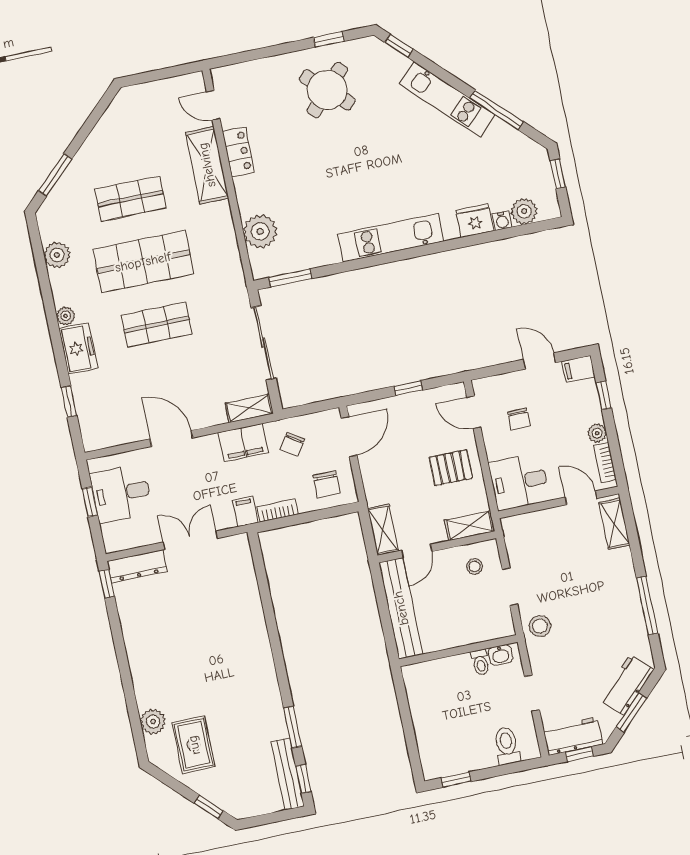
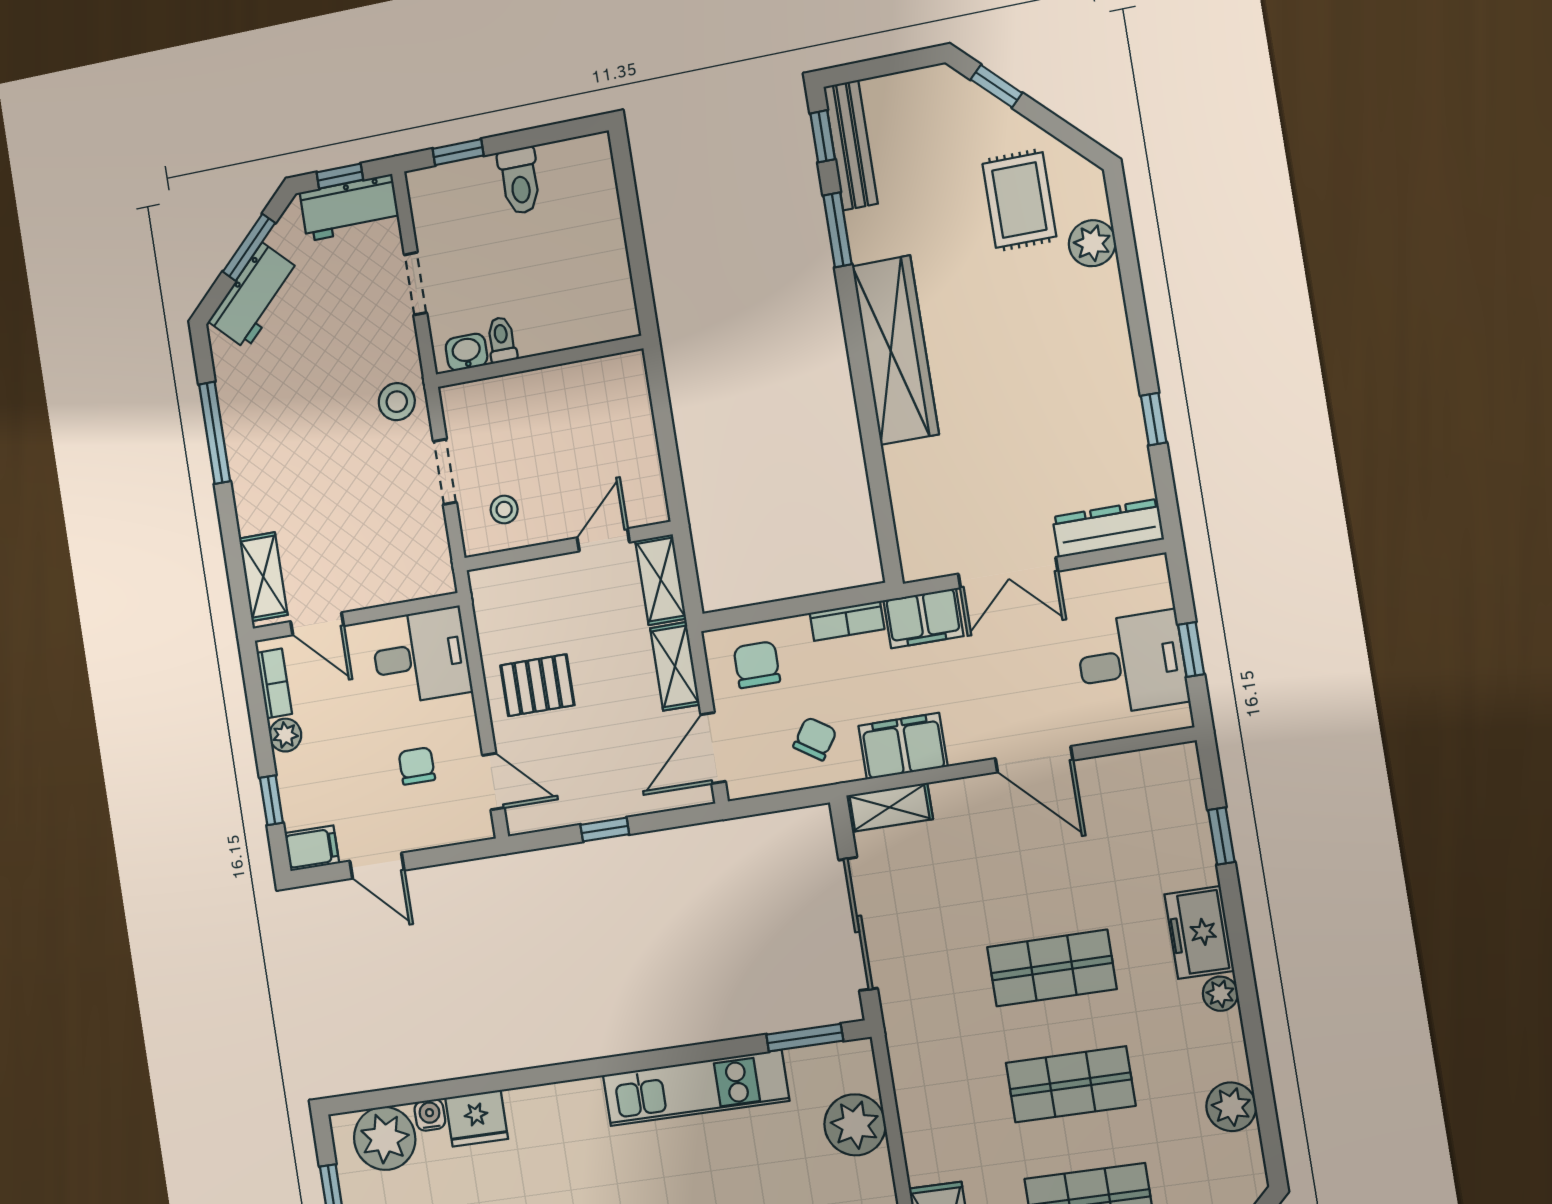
plant: (524, 211) -> (385, 1138), width x1.36, depth x1.36
kitchen unit: (391, 238) -> (696, 1088), moved
shop shelf: (143, 262) -> (1071, 1084), width x0.70, depth x0.74
filing cabinet: (245, 512) -> (923, 618), width x2.00
shelving: (470, 526) -> (675, 666), moved, turned 90
window: (107, 584) -> (1154, 419), moved
bench: (401, 608) -> (636, 439), removed
wardrobe: (258, 661) -> (895, 350), added
toilet: (507, 746) -> (520, 181), moved
window: (456, 780) -> (458, 152), moved

